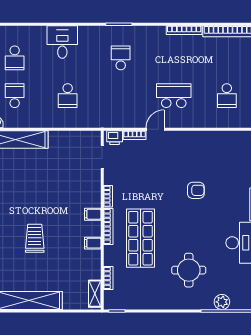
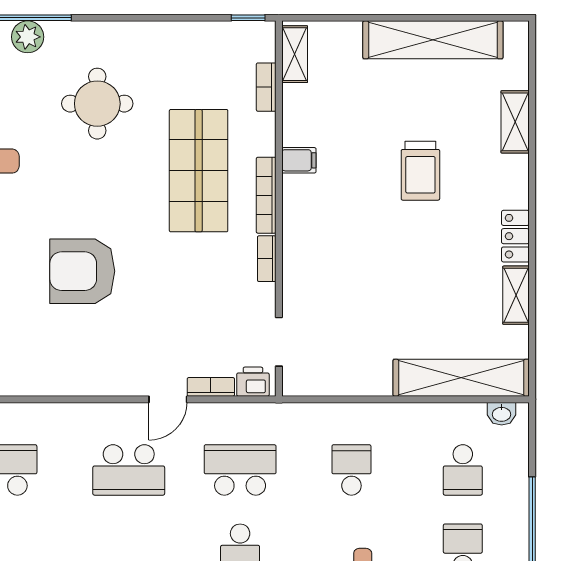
school desk: (121, 96) -> (240, 470), added
armchair: (196, 190) -> (82, 271), width x1.88, depth x1.88
filing cabinet: (93, 214) -> (299, 221), removed

